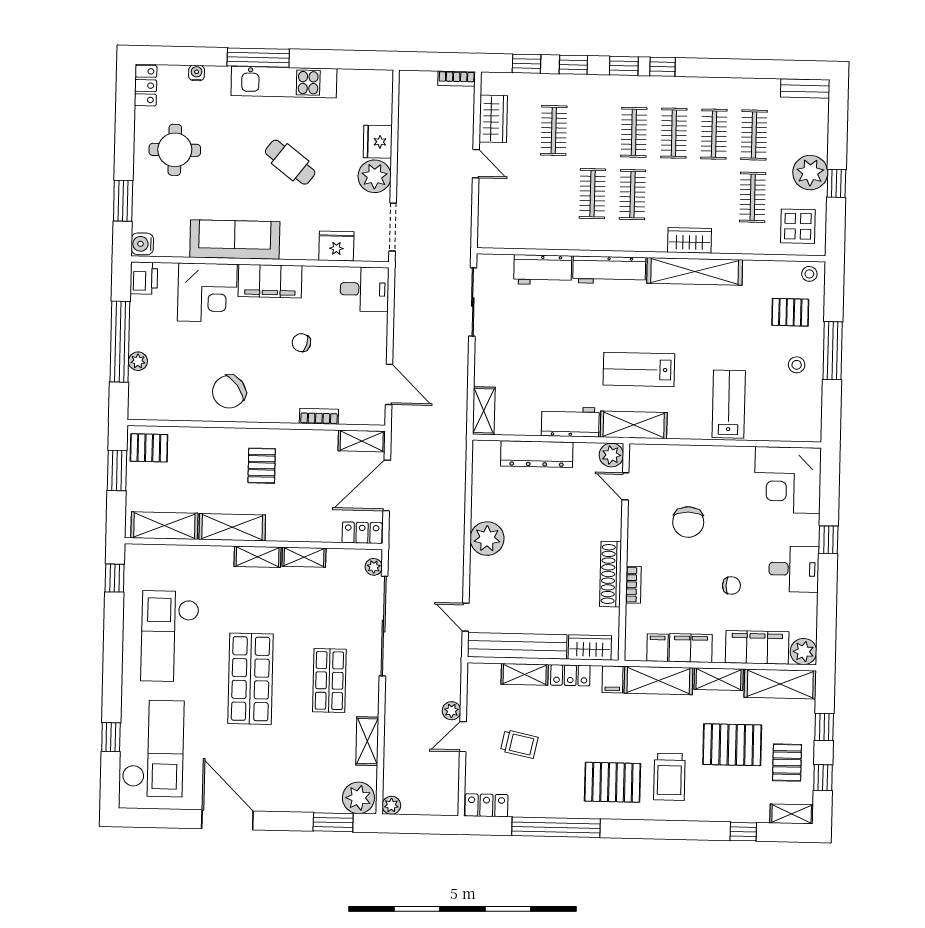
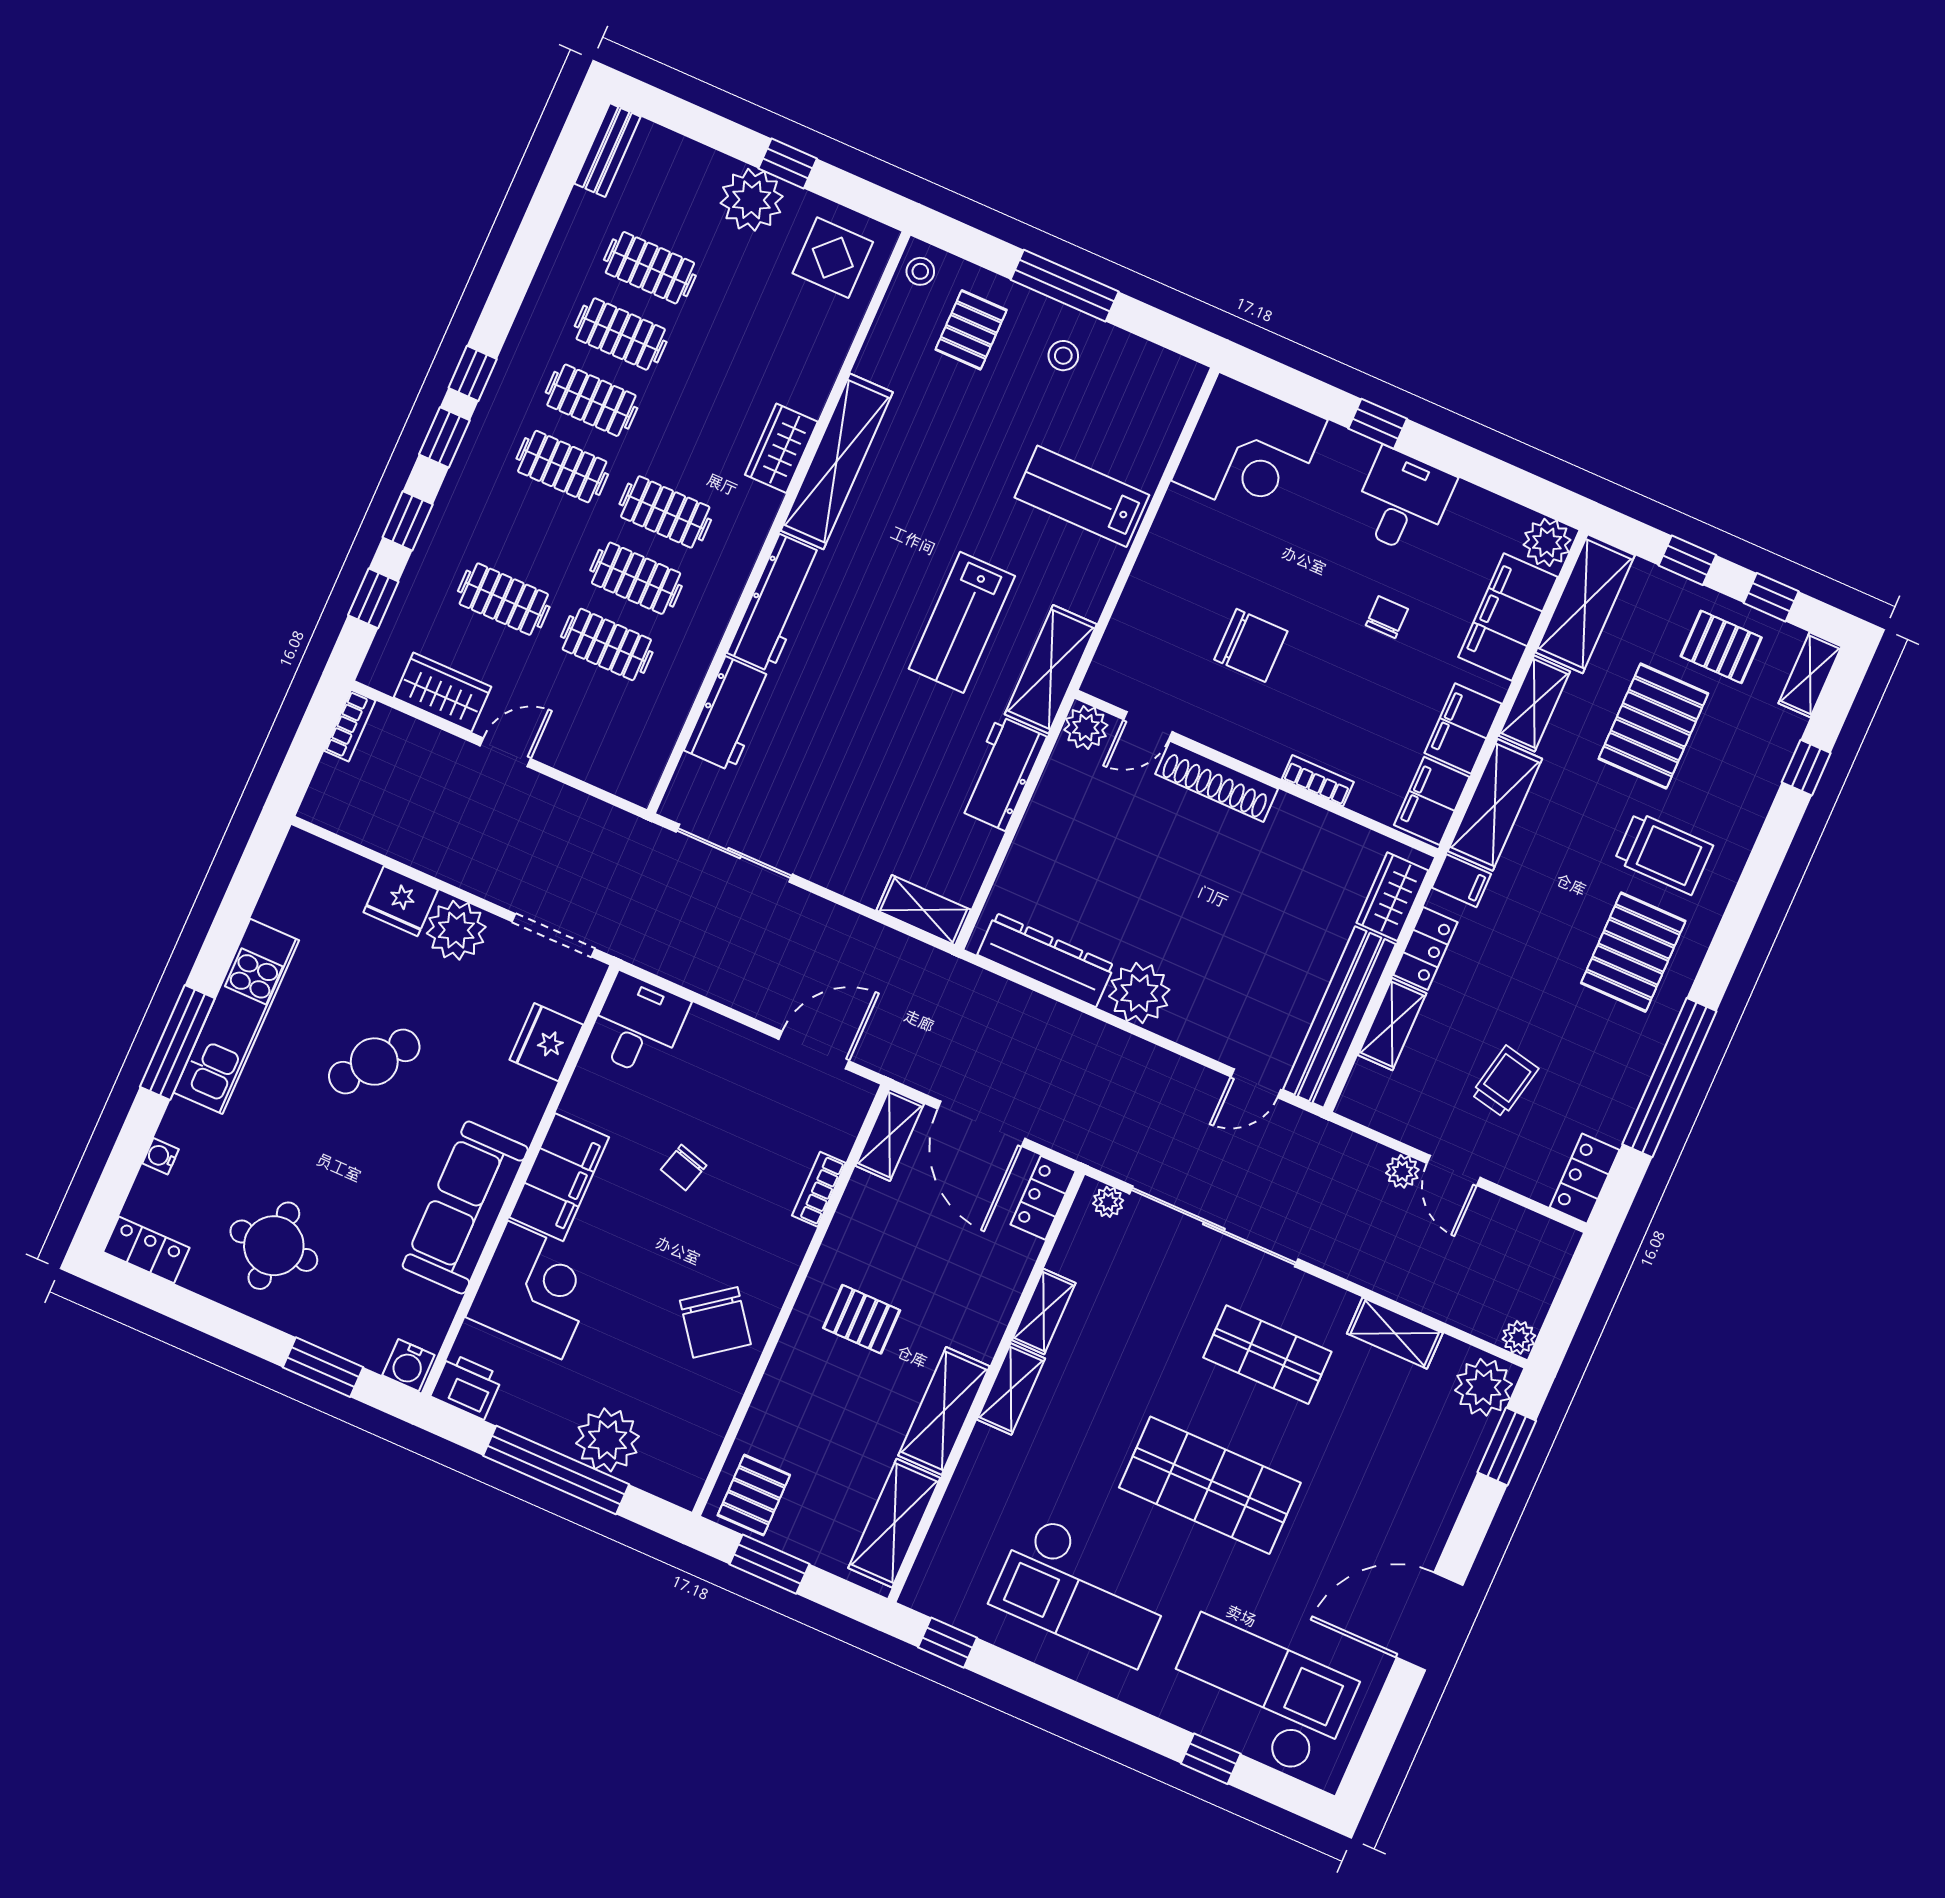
clothes rail: (753, 197) -> (607, 644), moved
plant: (138, 361) -> (608, 1440), width x1.87, depth x1.87
dresser: (537, 454) -> (1046, 960), moved, turned -90
shoe rack: (611, 574) -> (1217, 781), moved
filing cabinet: (657, 648) -> (1432, 801), width x2.00

